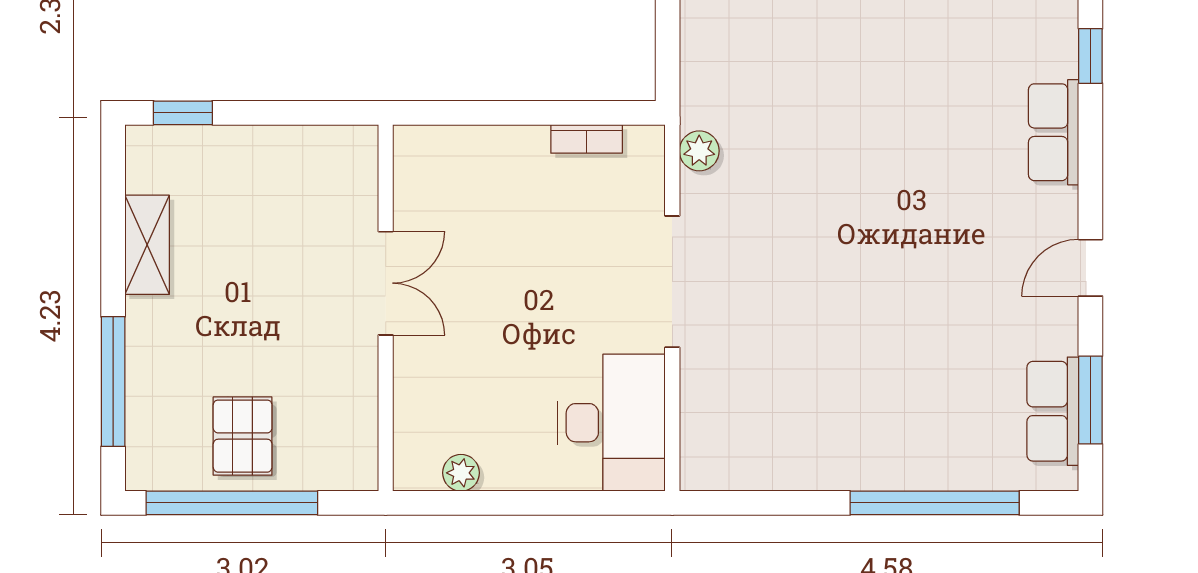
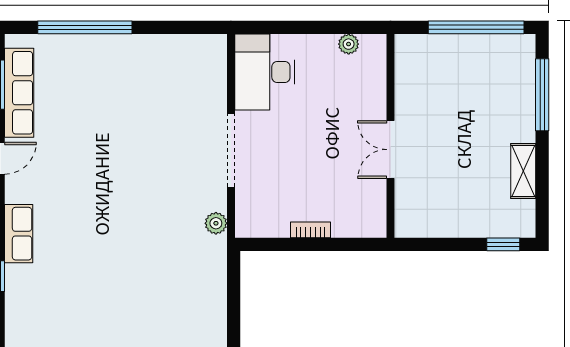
bookcase: (587, 139) -> (311, 230), moved
row of seats: (1053, 411) -> (19, 93), width x1.48
pallet: (243, 436) -> (470, 65), removed

